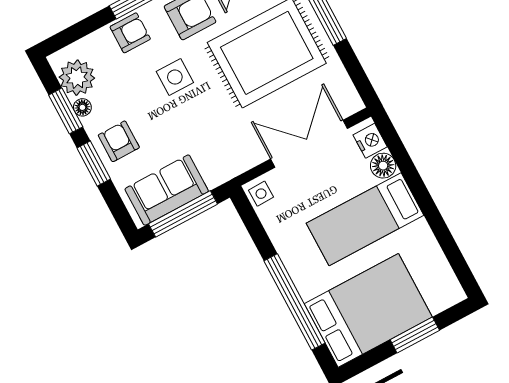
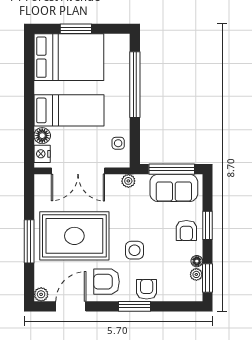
armchair: (130, 33) -> (147, 289), turned 90
plant: (77, 78) -> (196, 274), width x0.53, depth x0.53
window: (66, 111) -> (208, 278), moved
plant: (233, 167) -> (128, 181), added
side table: (261, 194) -> (118, 143), moved
bed: (368, 310) -> (69, 57), moved, turned 180

